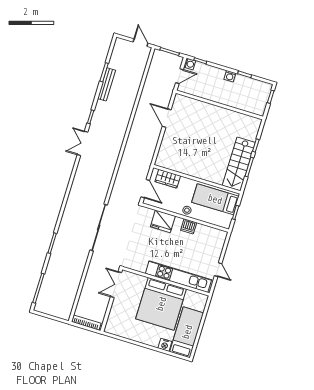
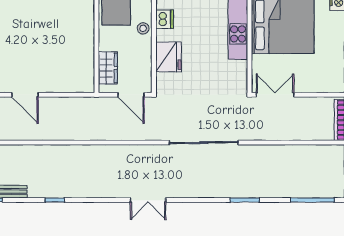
door: (167, 118) -> (25, 95), hinge flipped
double door: (82, 143) -> (148, 200), moved
door: (145, 189) -> (131, 95), swing flipped
double door: (116, 285) -> (275, 95), swing flipped

